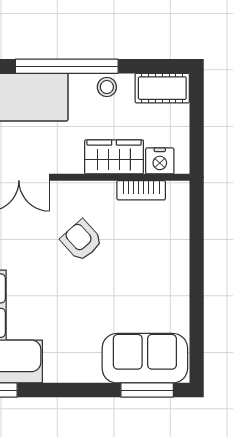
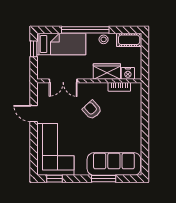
sofa: (145, 358) -> (114, 164), width x1.36
window: (147, 390) -> (104, 179), moved

